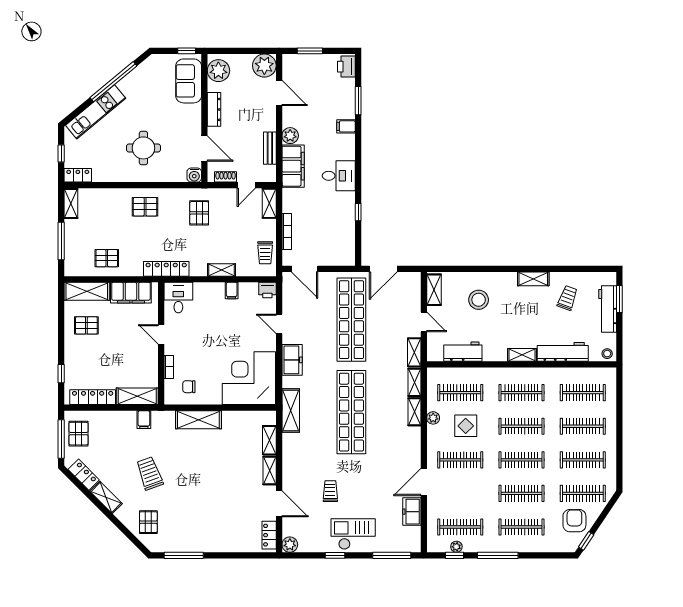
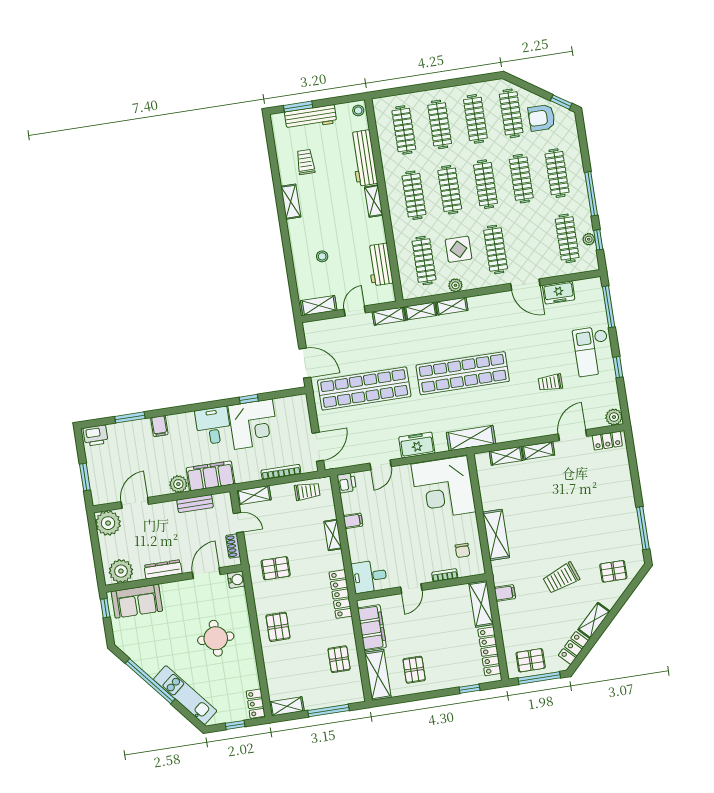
corner desk: (334, 213) -> (253, 424), added
trolley: (568, 298) -> (306, 162), turned 70
stool: (479, 300) -> (322, 256), width x0.53, depth x0.53

